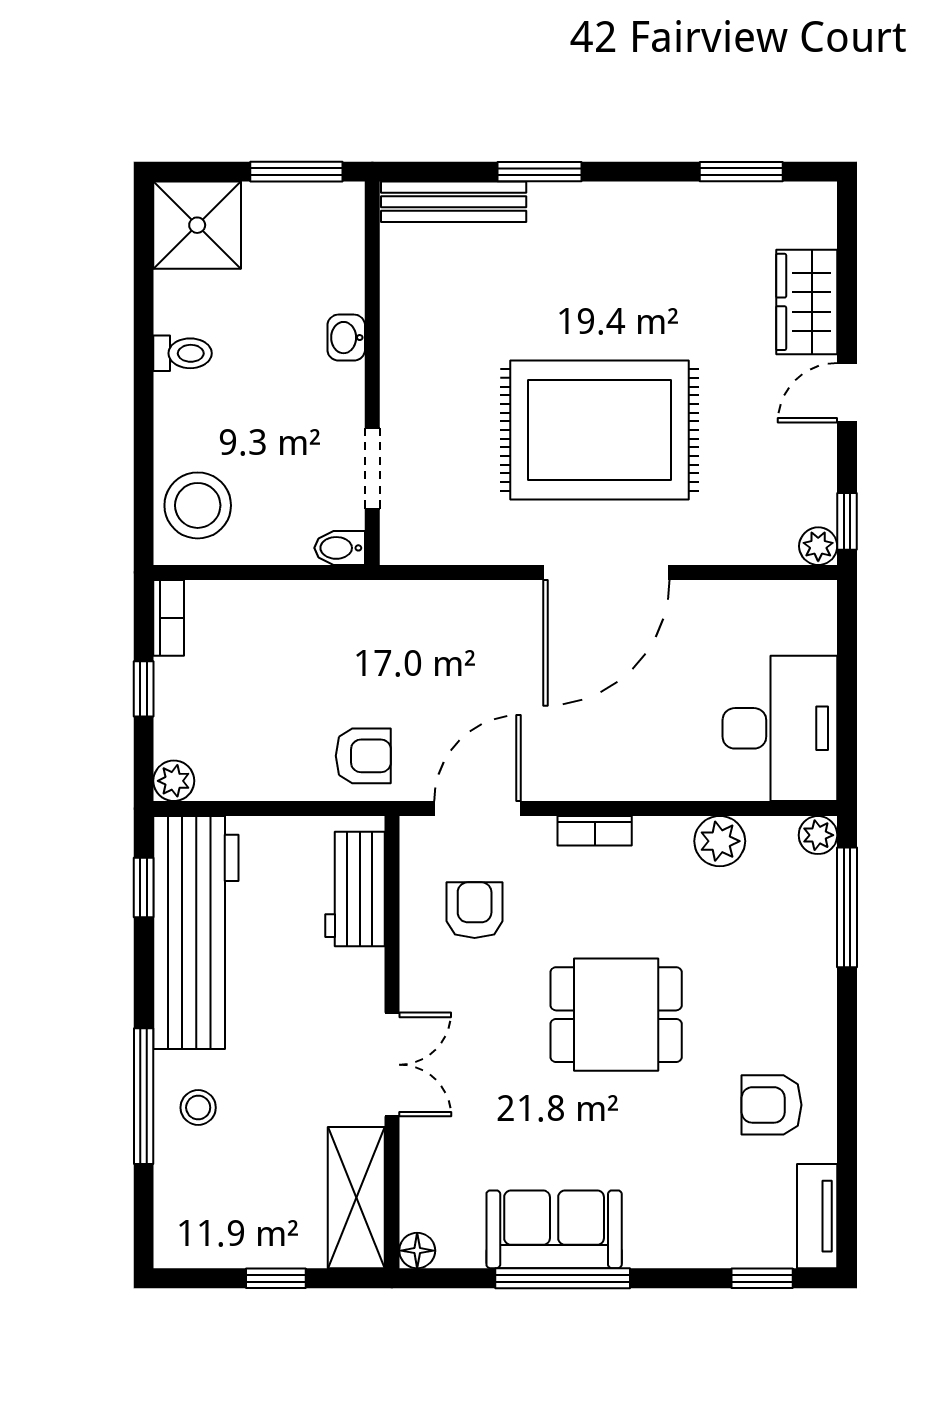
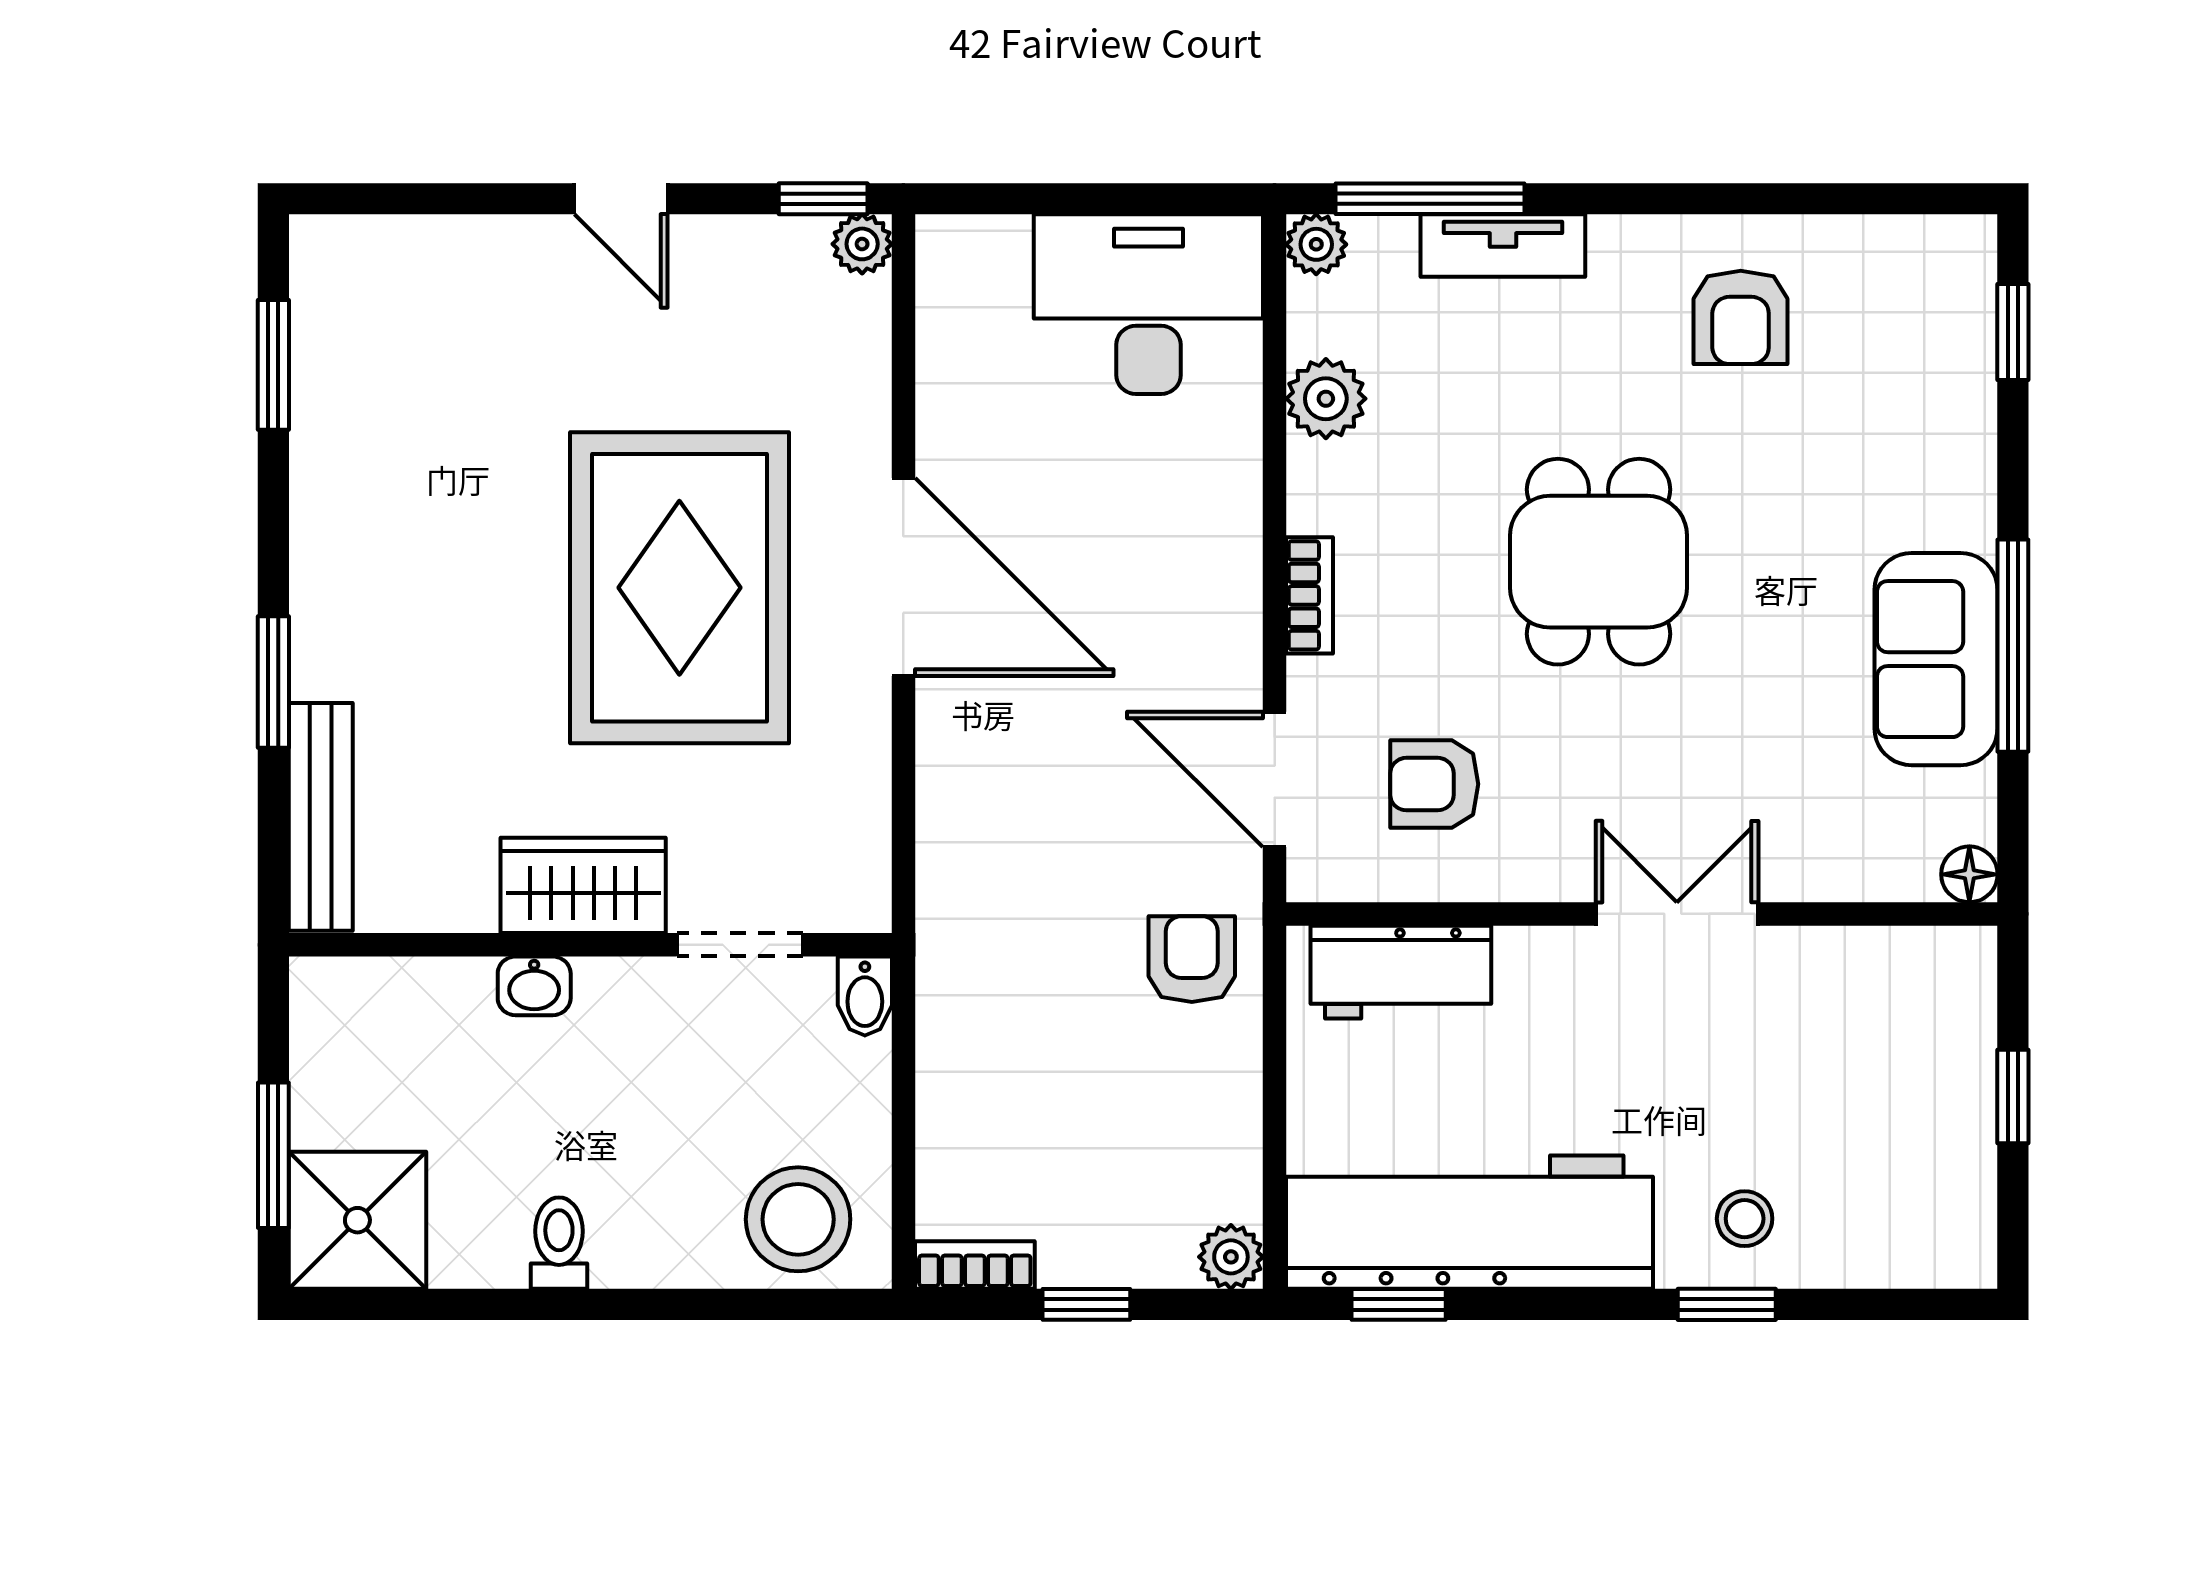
window: (296, 172) -> (273, 1155), moved
wardrobe: (807, 302) -> (583, 885), moved, turned 180
window: (144, 1096) -> (1727, 1304), width x0.46
shelving: (356, 1198) -> (1886, 970), removed
tv unit: (817, 1216) -> (1503, 246), moved

